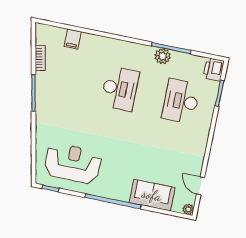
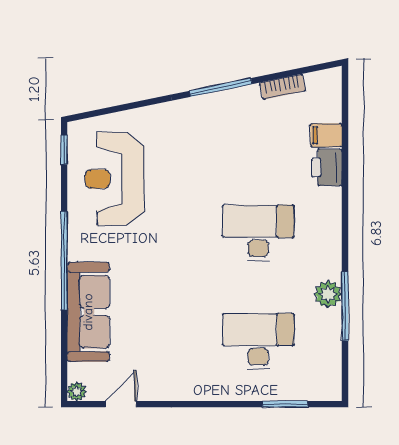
printer: (214, 69) -> (327, 167), moved, turned -90
desk: (120, 89) -> (258, 233), turned 180
reception desk: (73, 163) -> (115, 179), turned 180
sofa: (152, 195) -> (88, 312), width x1.36

